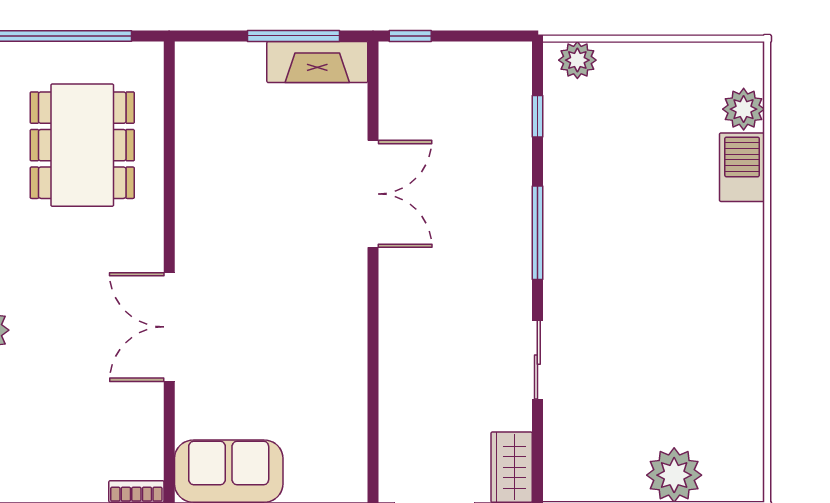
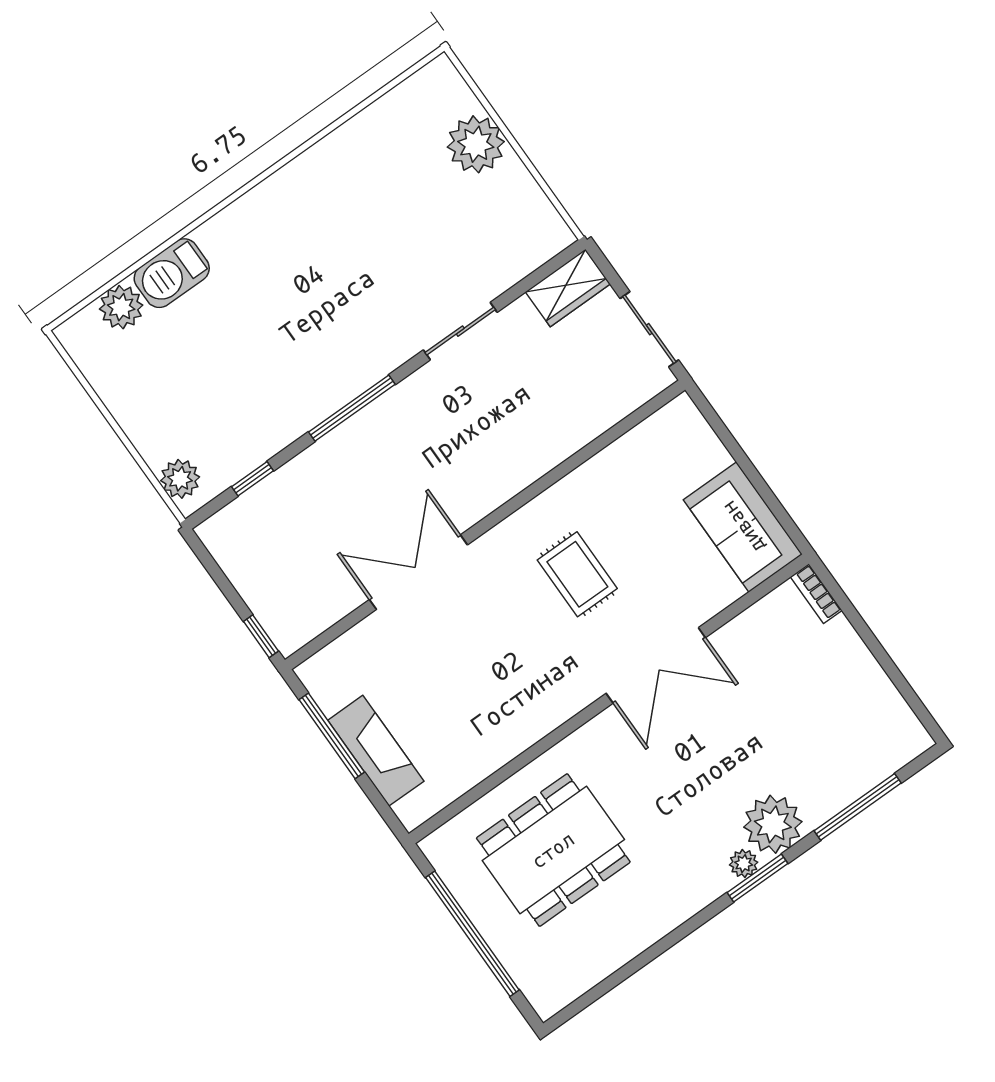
fireplace: (317, 62) -> (376, 751), moved
rug: (284, 316) -> (577, 574), added

